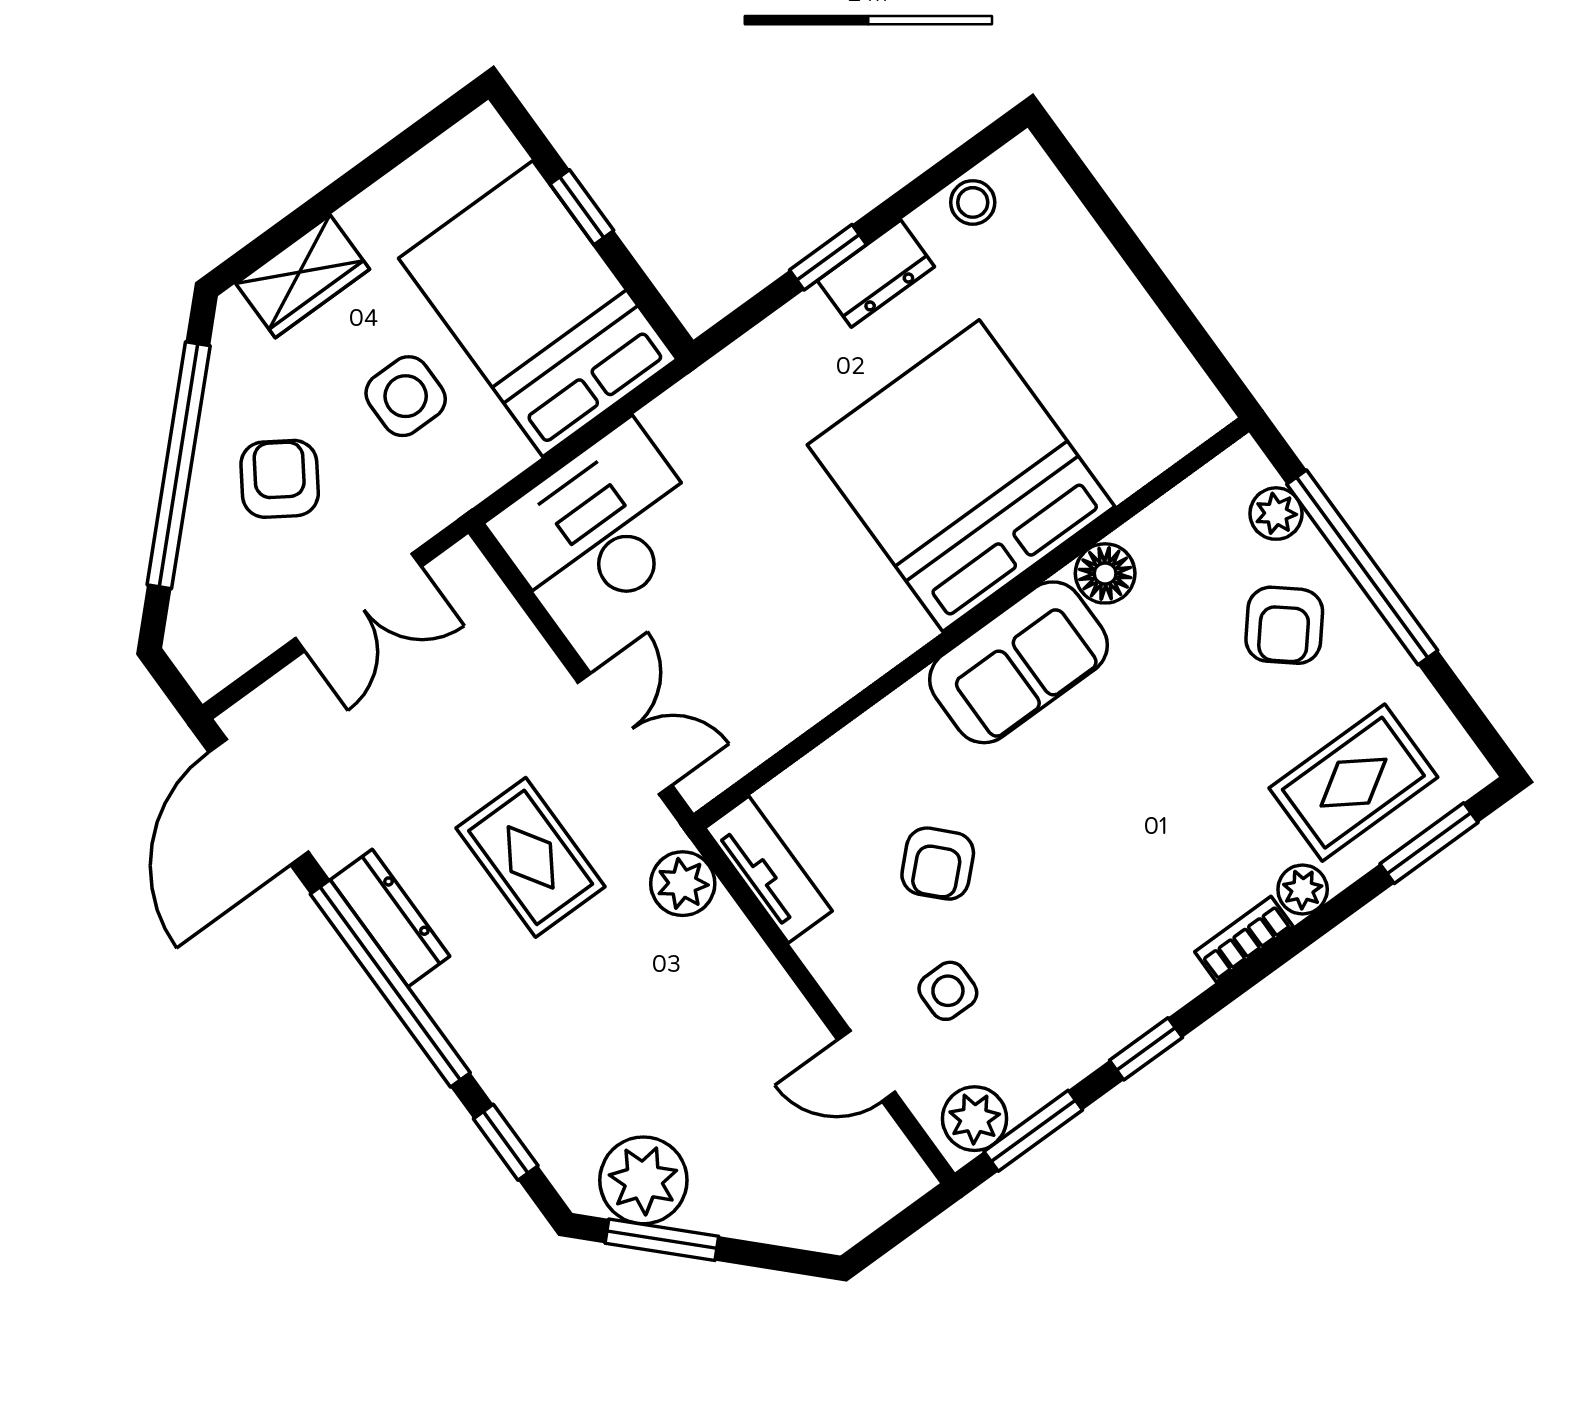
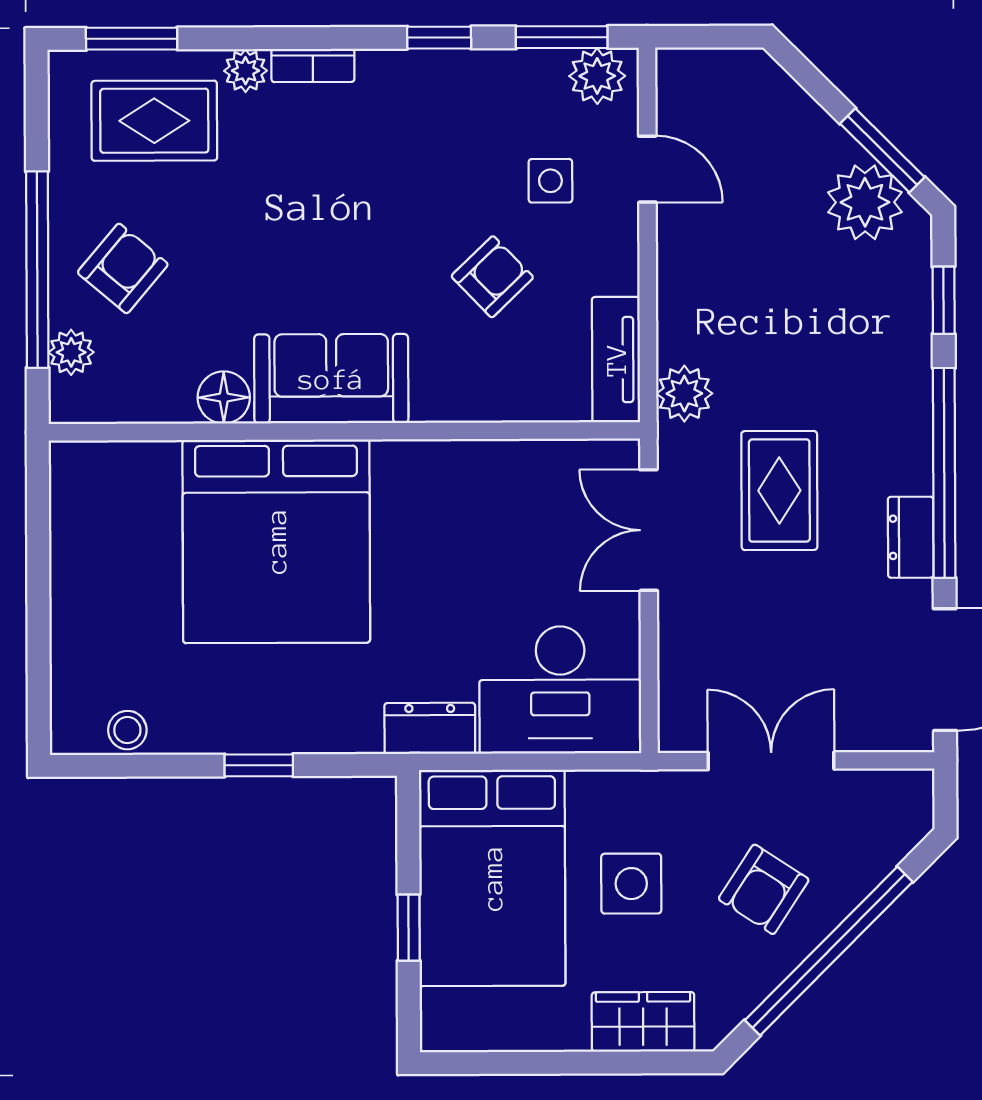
dresser: (876, 274) -> (430, 728), moved
dresser: (390, 918) -> (911, 537), width x0.70

